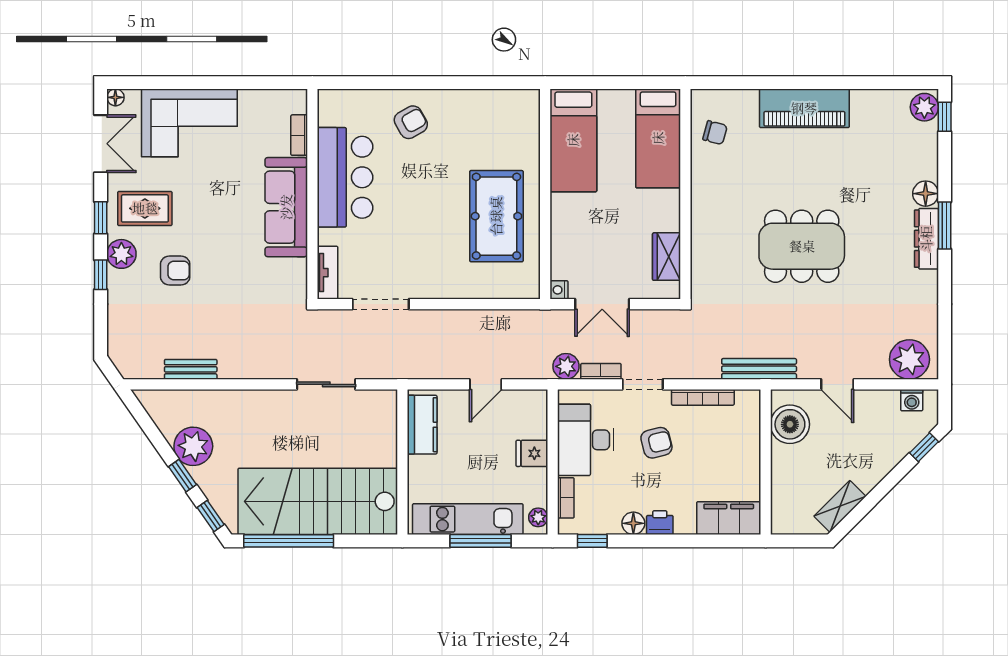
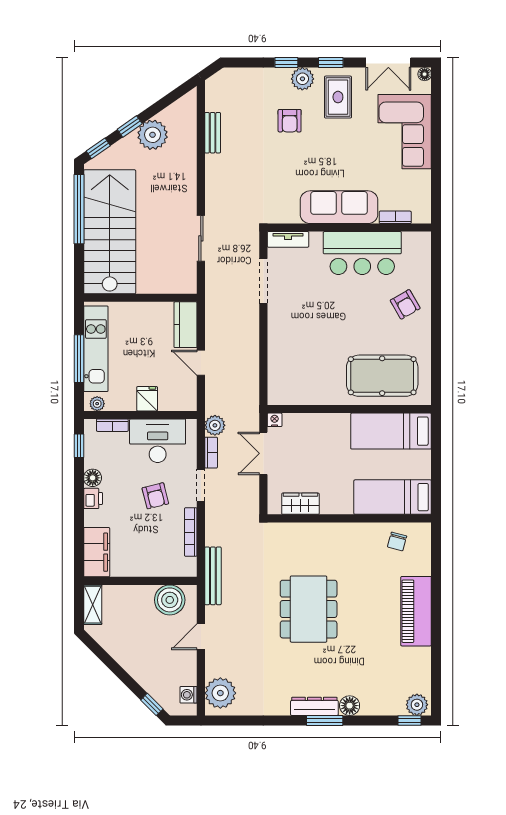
pool table: (496, 216) -> (382, 376), moved
kitchen counter: (422, 425) -> (186, 325), moved, turned 90
shelving: (840, 506) -> (93, 605), moved, turned 45

